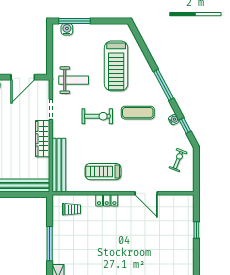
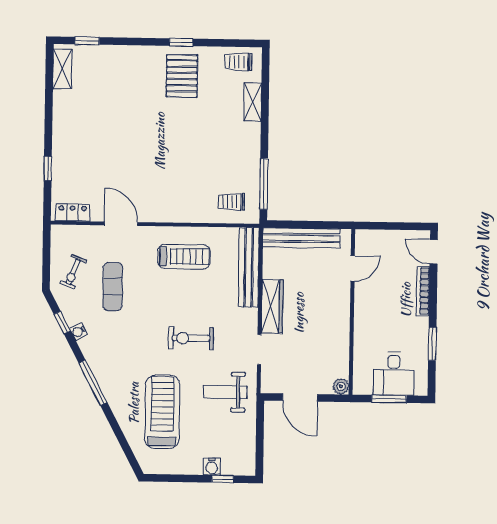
window: (74, 21) -> (223, 479), width x0.46
water cooler: (67, 29) -> (212, 467), moved
door: (23, 77) -> (300, 398), swing flipped
exercise mat: (138, 113) -> (113, 287), moved, turned 90
locker: (107, 200) -> (73, 212), moved
window: (50, 244) -> (264, 184), moved

